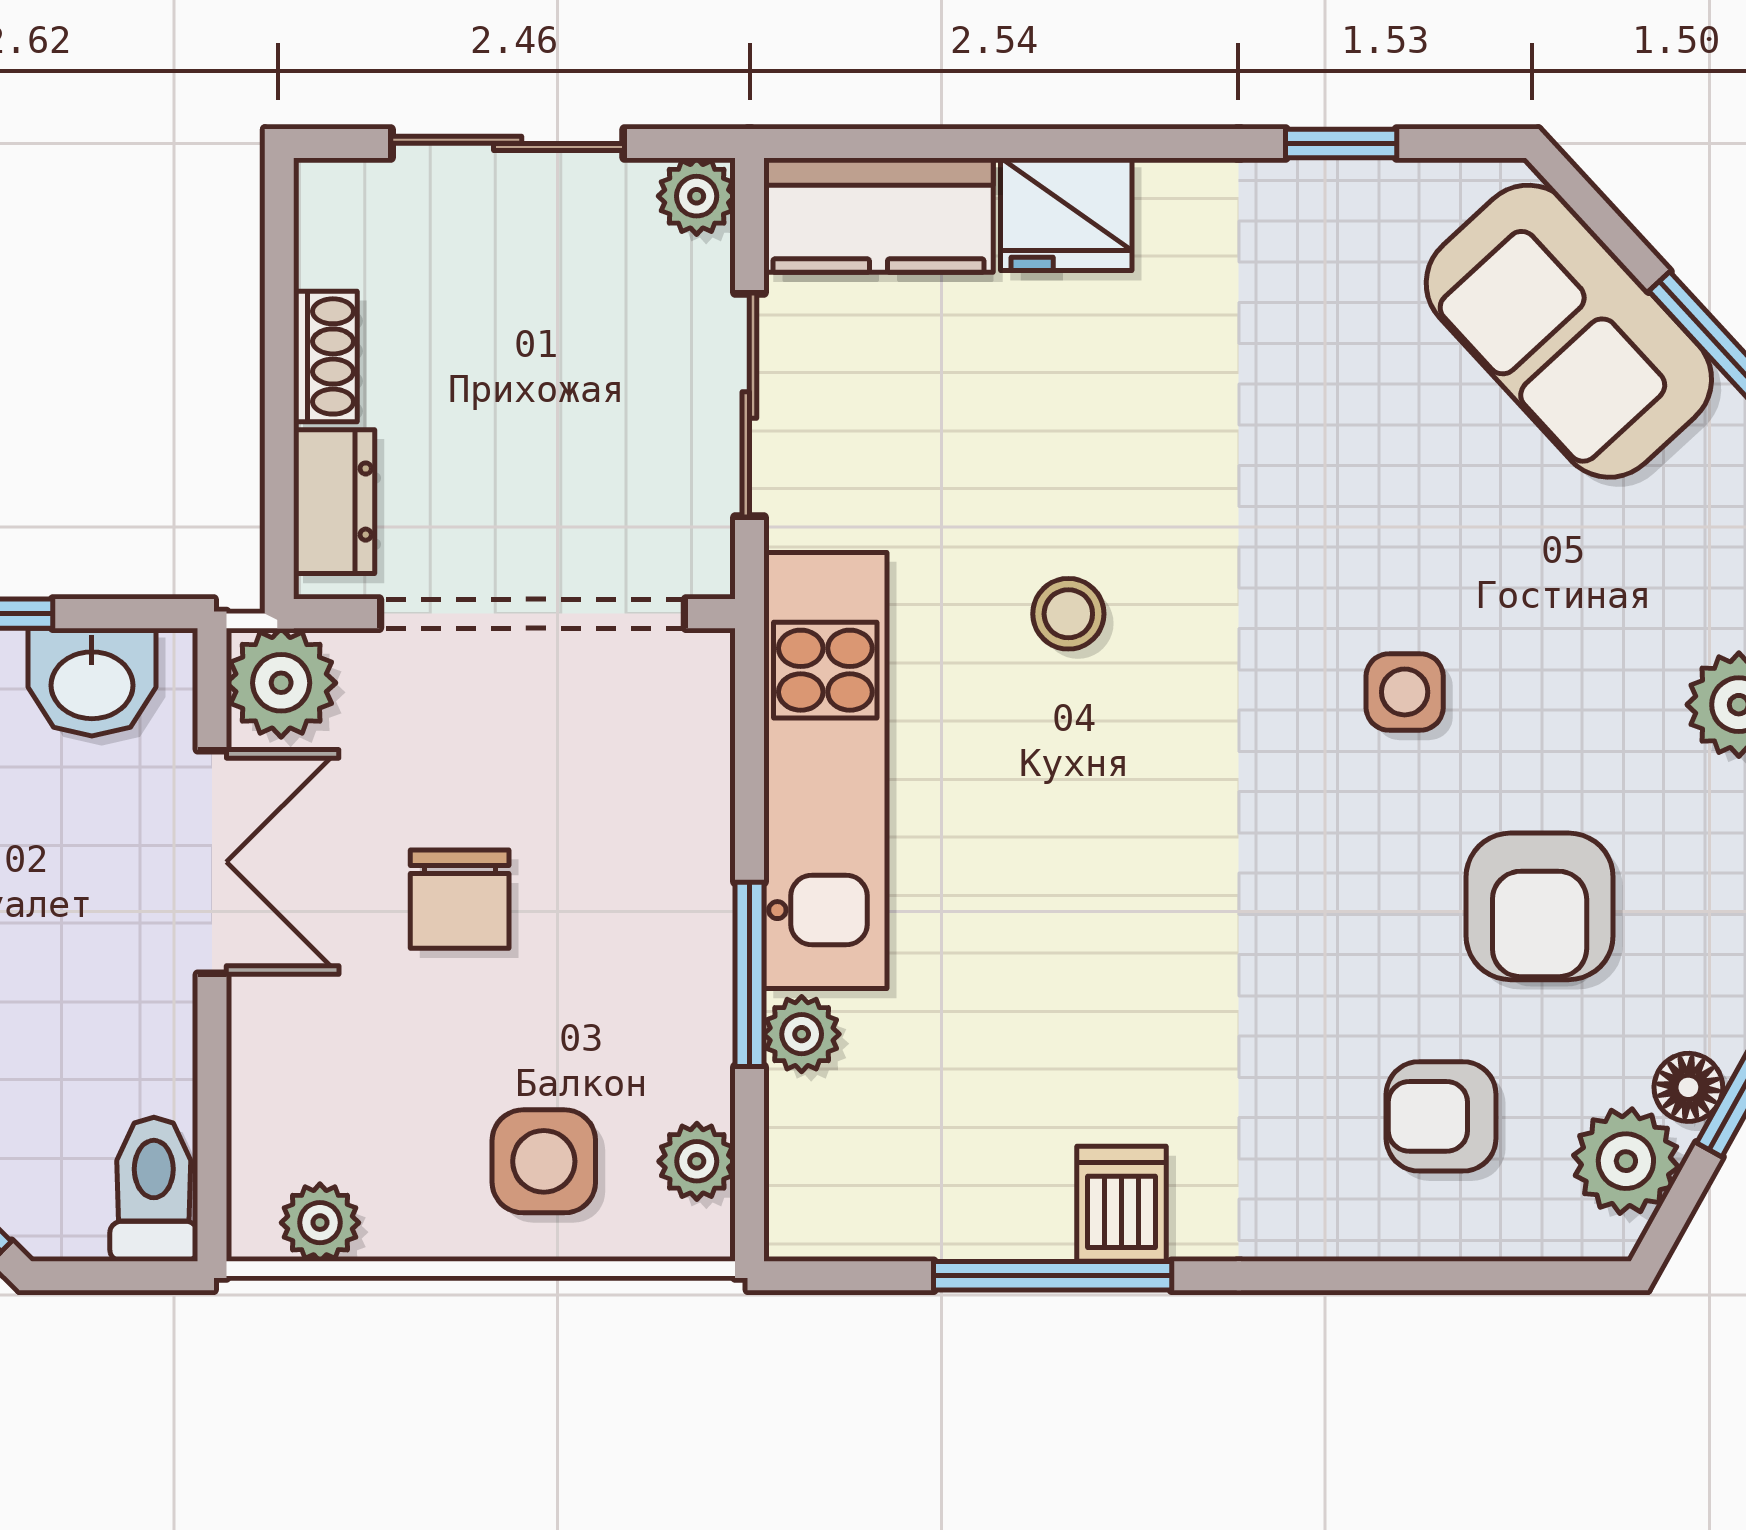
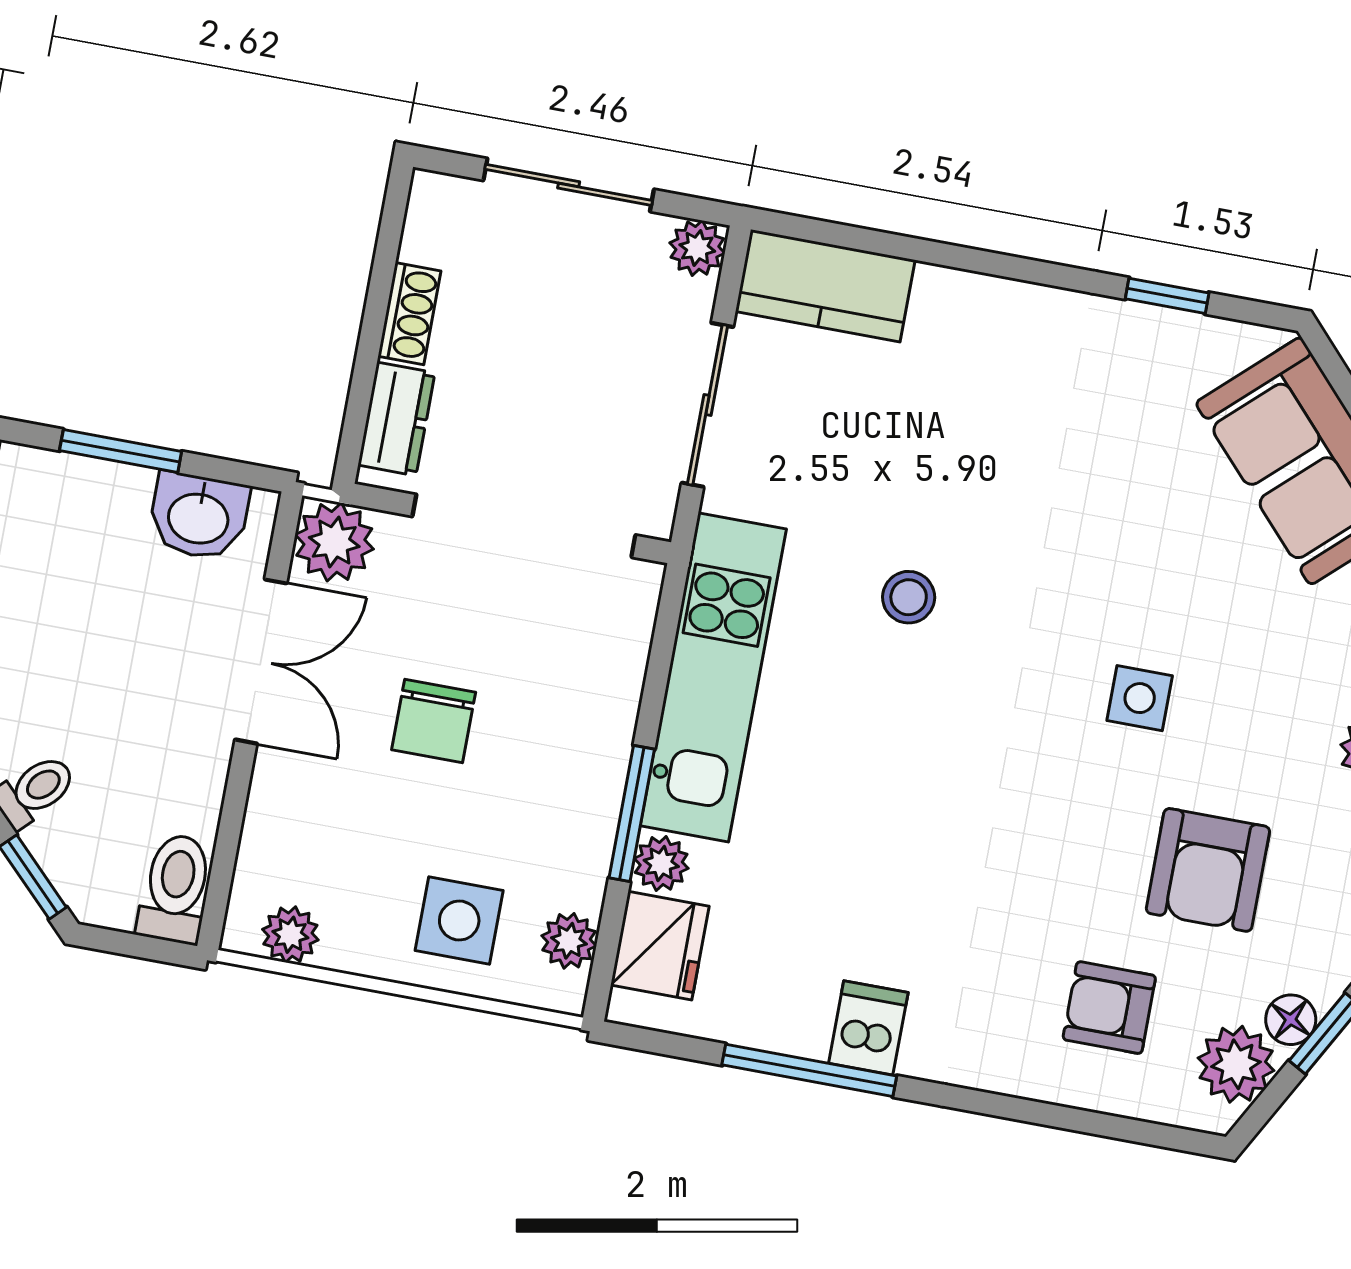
fridge: (1066, 214) -> (660, 946), moved, turned -90

